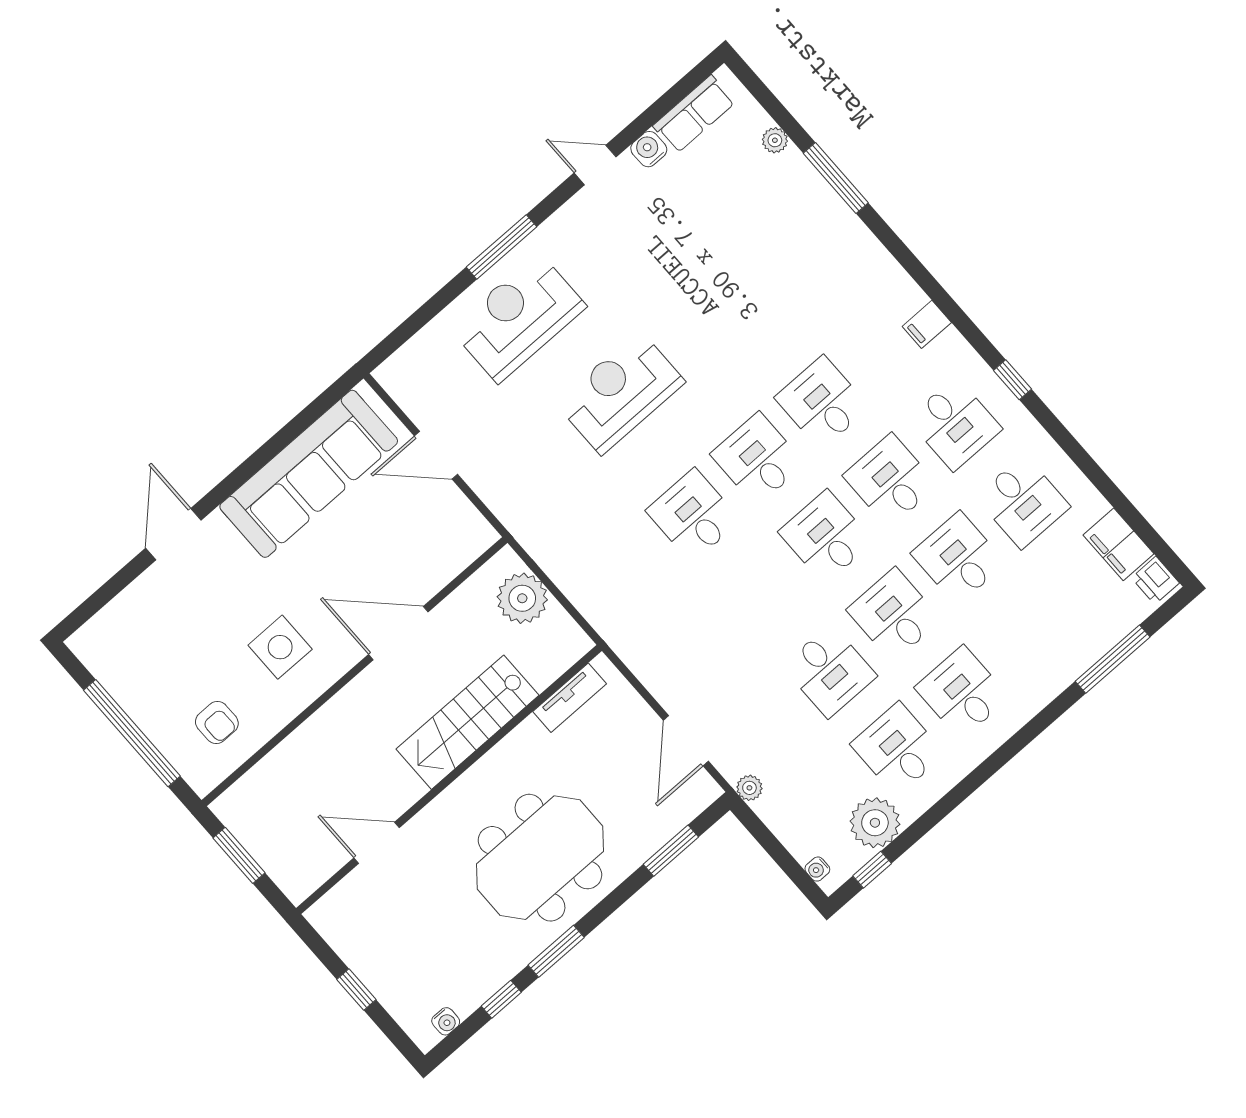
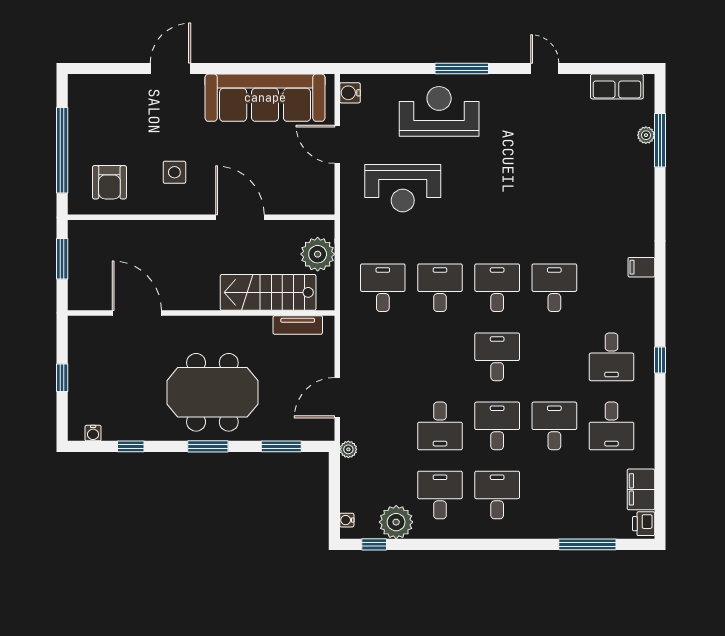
water cooler: (649, 149) -> (350, 93), moved, turned -90
window: (836, 178) -> (660, 140), moved
filing cabinet: (927, 324) -> (641, 267), moved
reception desk: (620, 393) -> (403, 188), moved, turned 180
desk: (890, 480) -> (383, 288), moved
side table: (280, 647) -> (174, 172), width x0.73, depth x0.73
stairs: (468, 722) -> (268, 292), moved
armchair: (217, 723) -> (109, 182), width x1.38, depth x1.38
door: (377, 843) -> (137, 313), width x1.36
window: (556, 951) -> (208, 446), moved

